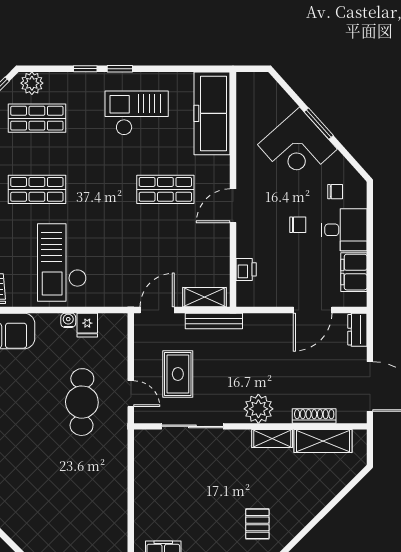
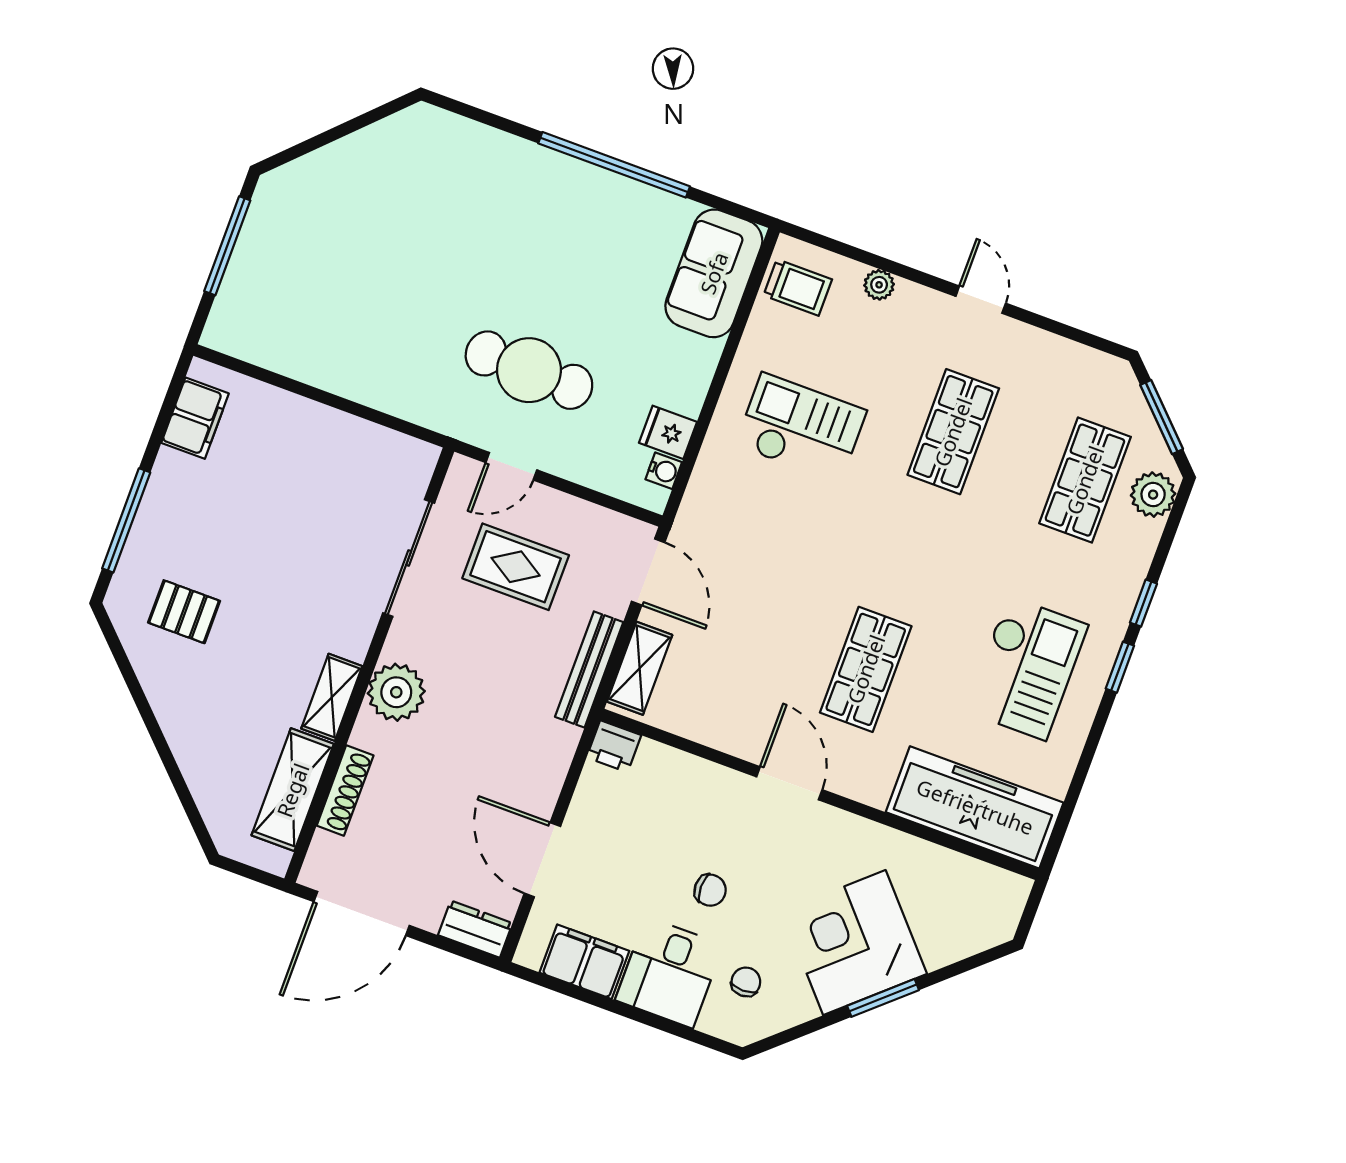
chair: (335, 192) -> (746, 982), turned 180
chair: (298, 225) -> (710, 890), turned -90
checkout: (62, 262) -> (801, 428), width x0.73, depth x0.83
printer: (246, 269) -> (614, 746), moved
water cooler: (68, 320) -> (664, 471), moved

